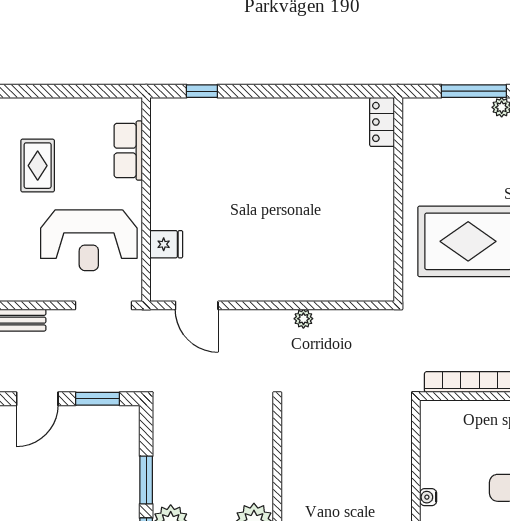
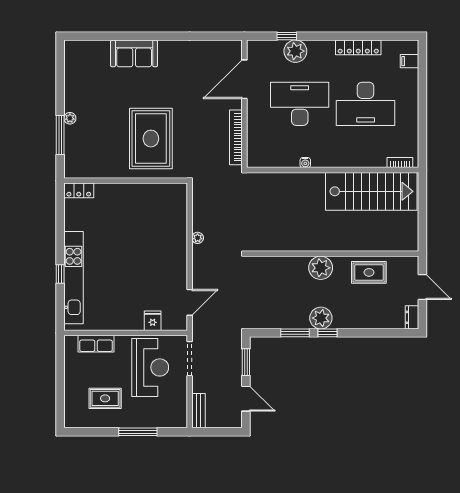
window: (202, 91) -> (60, 274), moved
kitchen unit: (238, 113) -> (74, 278), added

